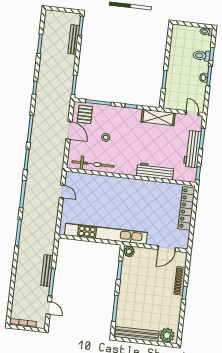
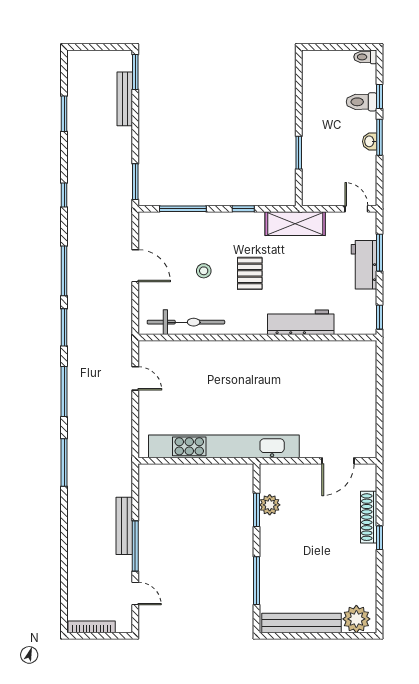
pallet: (85, 114) -> (250, 273), moved
workbench: (192, 149) -> (364, 265), width x0.73
locker: (186, 208) -> (366, 384), removed
plant: (129, 251) -> (270, 505), moved

